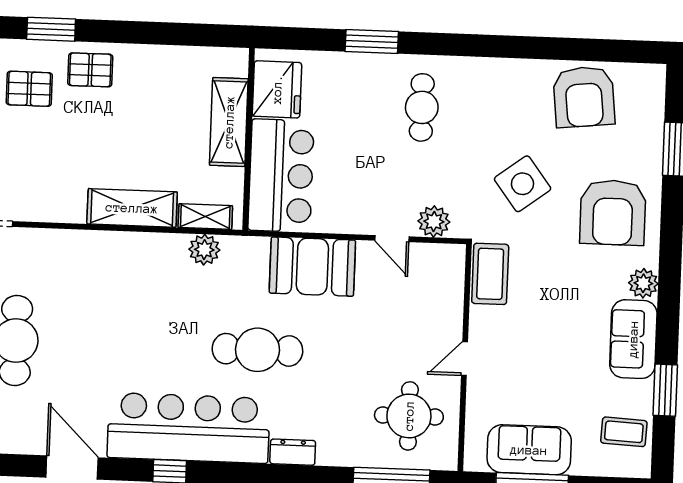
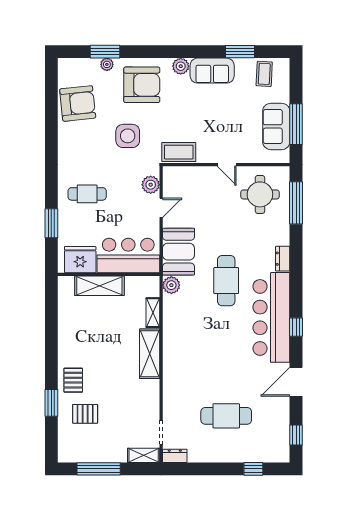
pallet: (29, 89) -> (85, 414), turned 90
fridge: (277, 89) -> (80, 260), moved
shelving: (229, 122) -> (99, 286), moved
wall: (249, 139) -> (109, 274), moved
plant: (652, 152) -> (107, 64), added
bar counter: (281, 176) -> (128, 255), moved
side table: (523, 184) -> (128, 136), turned 37
plant: (204, 250) -> (171, 285), moved

